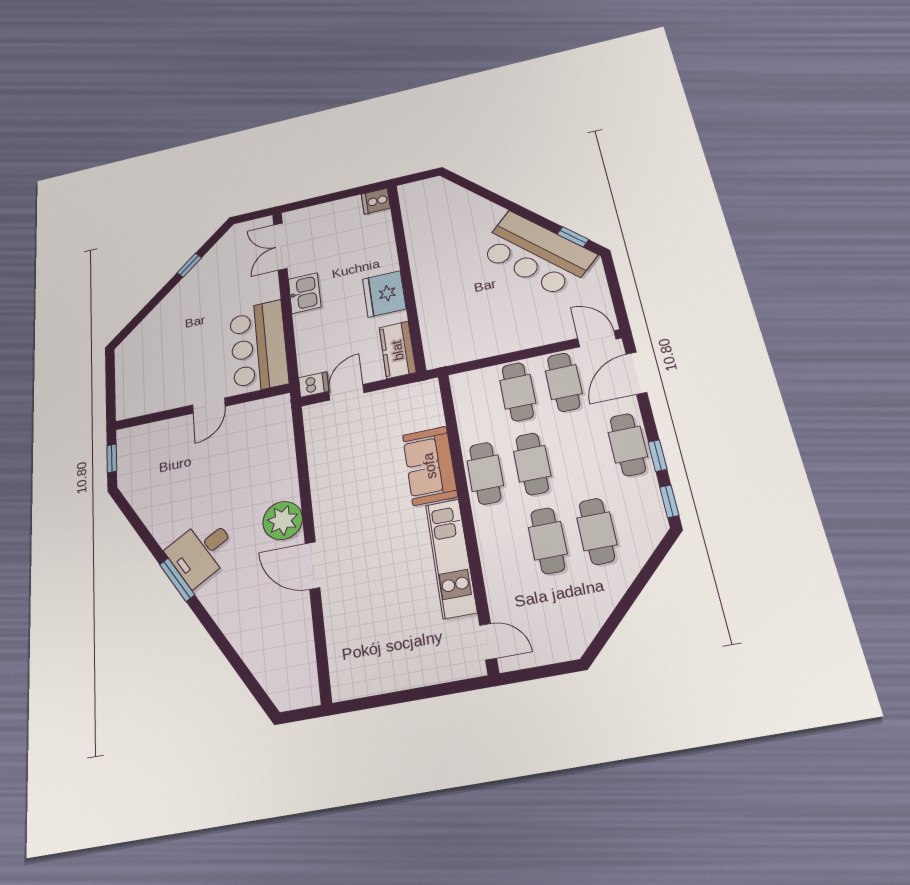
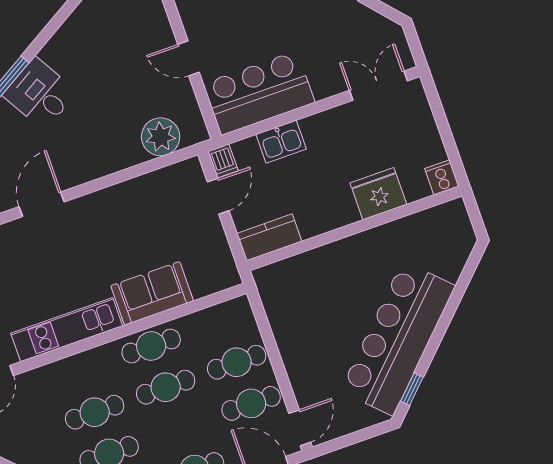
bar counter: (536, 254) -> (398, 338), width x1.36
kitchen sink: (305, 293) -> (281, 142), moved
fridge: (384, 294) -> (378, 194), moved
door: (346, 392) -> (218, 196), hinge flipped
plant: (283, 520) -> (161, 137), moved

